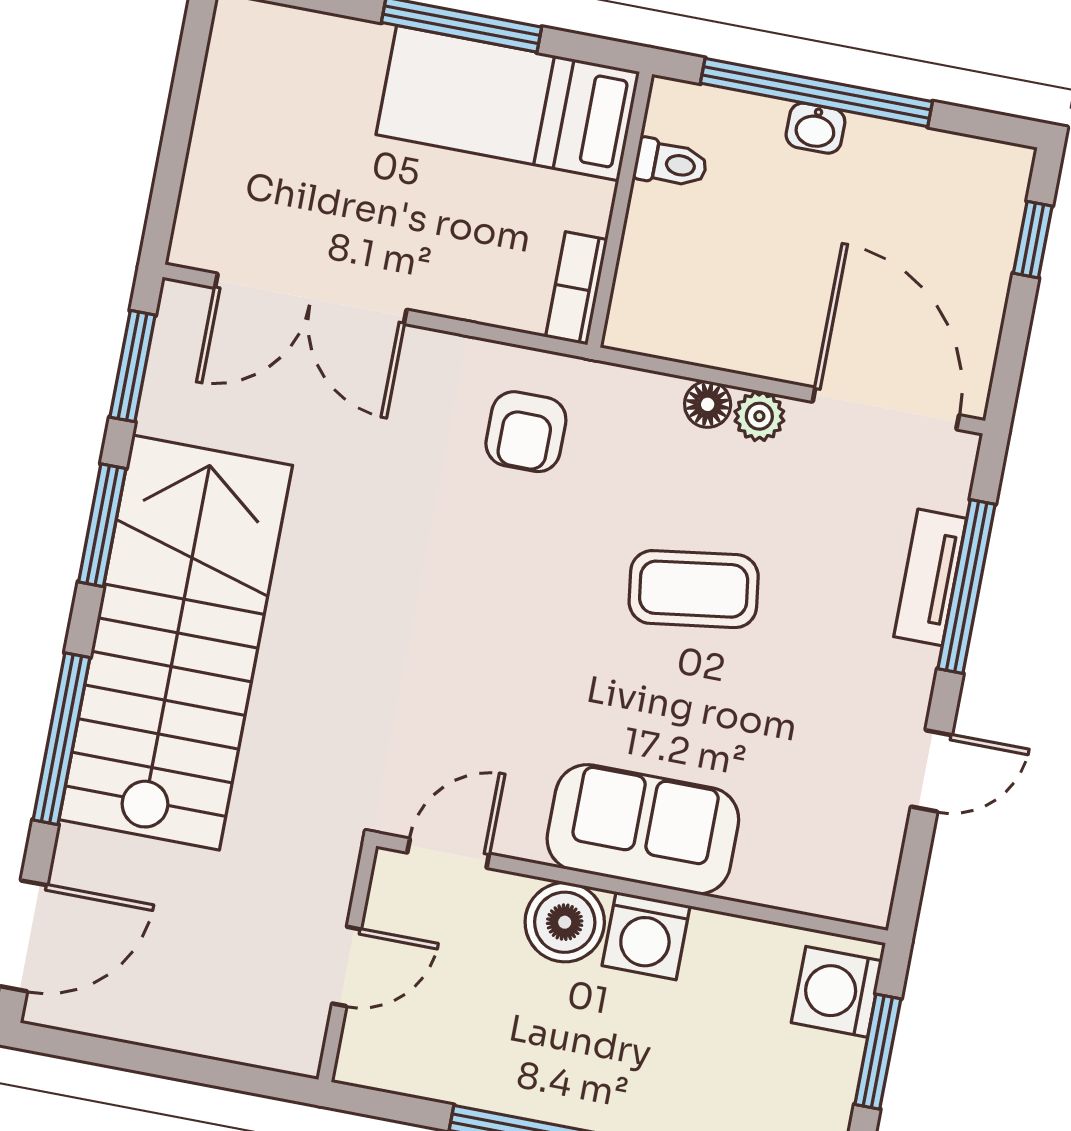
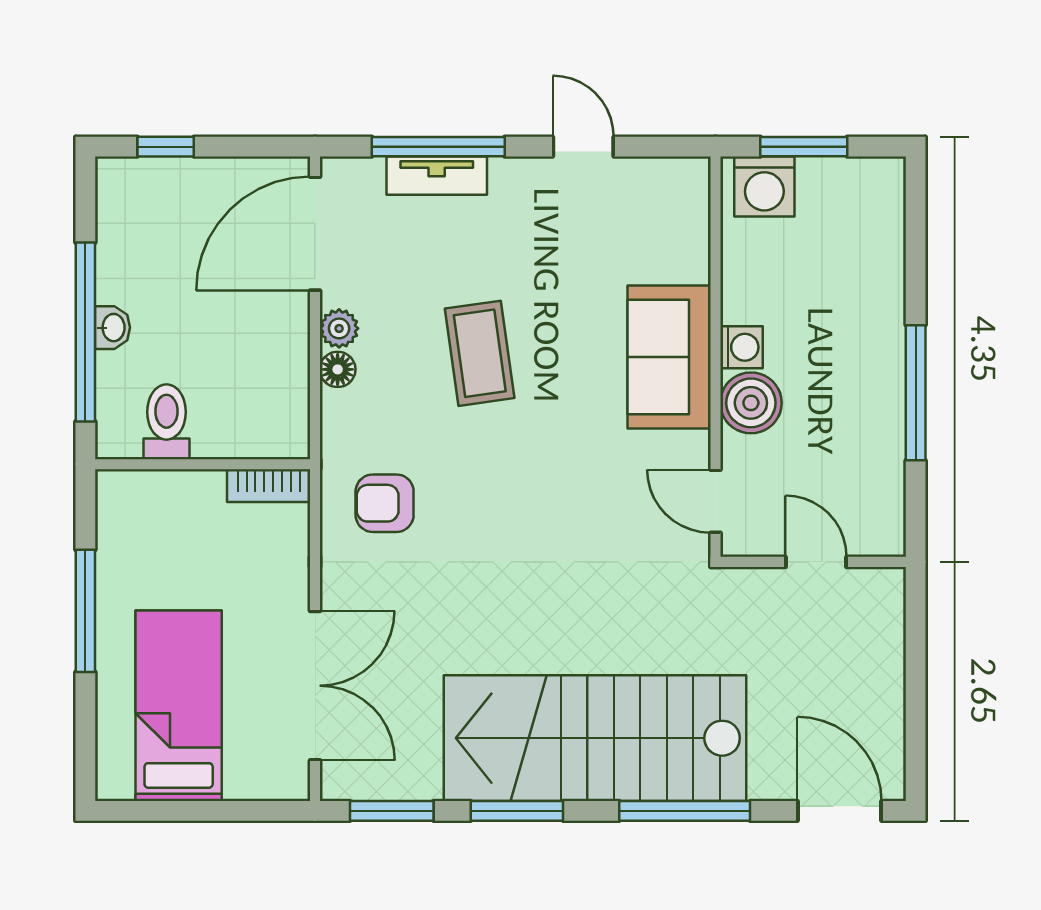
bed: (508, 103) -> (179, 706), moved, turned 180
toilet: (671, 164) -> (166, 422), width x1.37, depth x1.39
armchair: (526, 432) -> (385, 503), turned 180
washing machine: (646, 936) -> (741, 347), width x0.73, depth x0.73

